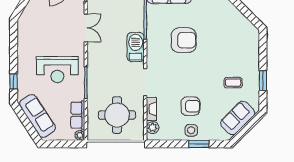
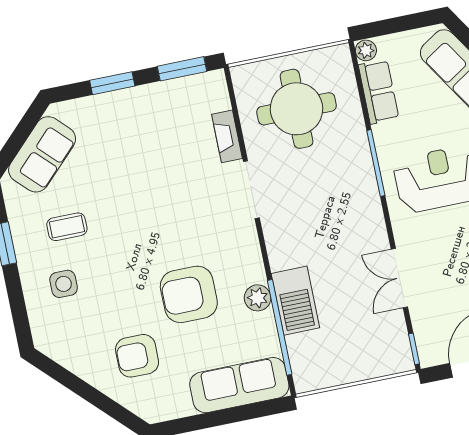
barbecue: (136, 47) -> (295, 301), moved
armchair: (190, 106) -> (137, 356), moved
plant: (153, 128) -> (258, 298), moved
side table: (191, 130) -> (64, 284), moved
window: (166, 144) -> (182, 69), added

